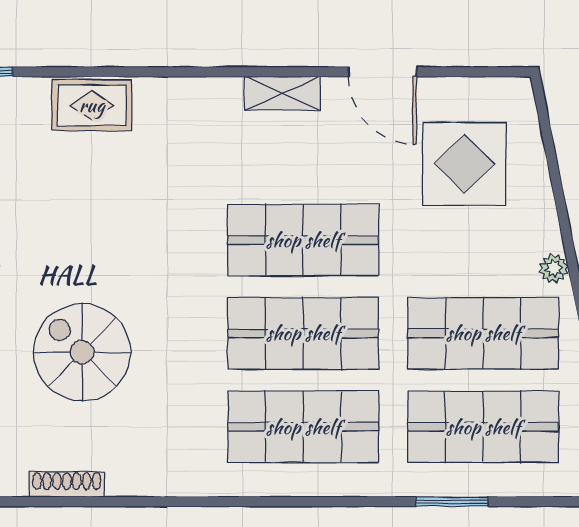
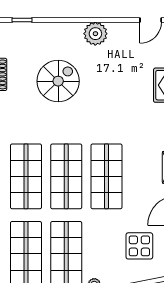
display table: (464, 164) -> (139, 246), width x0.73, depth x0.73

